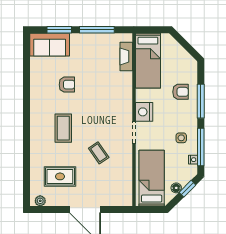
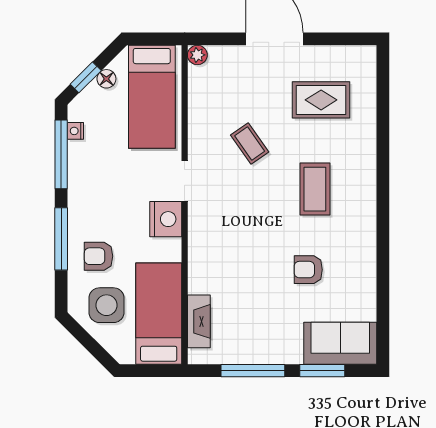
side table: (181, 138) -> (107, 305), moved, width x1.87, depth x1.87
plant: (40, 201) -> (197, 55), moved

